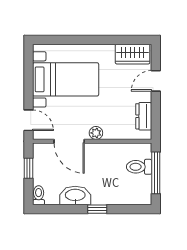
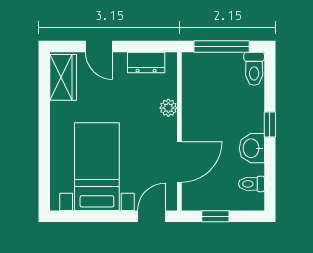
plant: (96, 133) -> (168, 108), moved
toilet: (139, 167) -> (254, 69), moved
toilet: (39, 195) -> (251, 184), moved
washbasin: (75, 196) -> (252, 148), width x0.72

